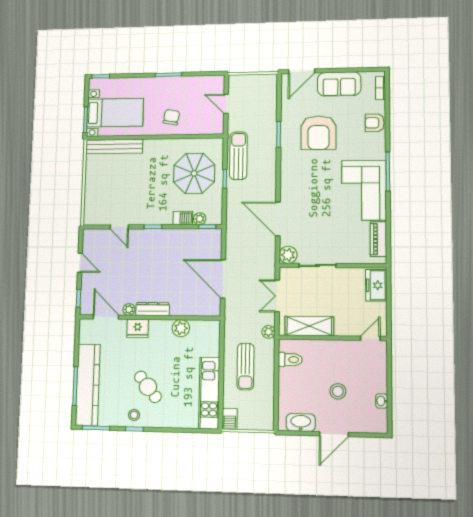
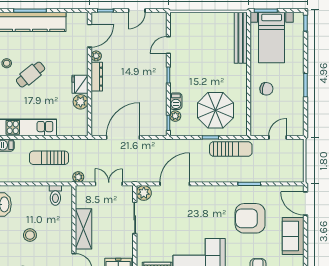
shelving: (309, 326) -> (84, 229), moved
fridge: (138, 328) -> (80, 84), moved

